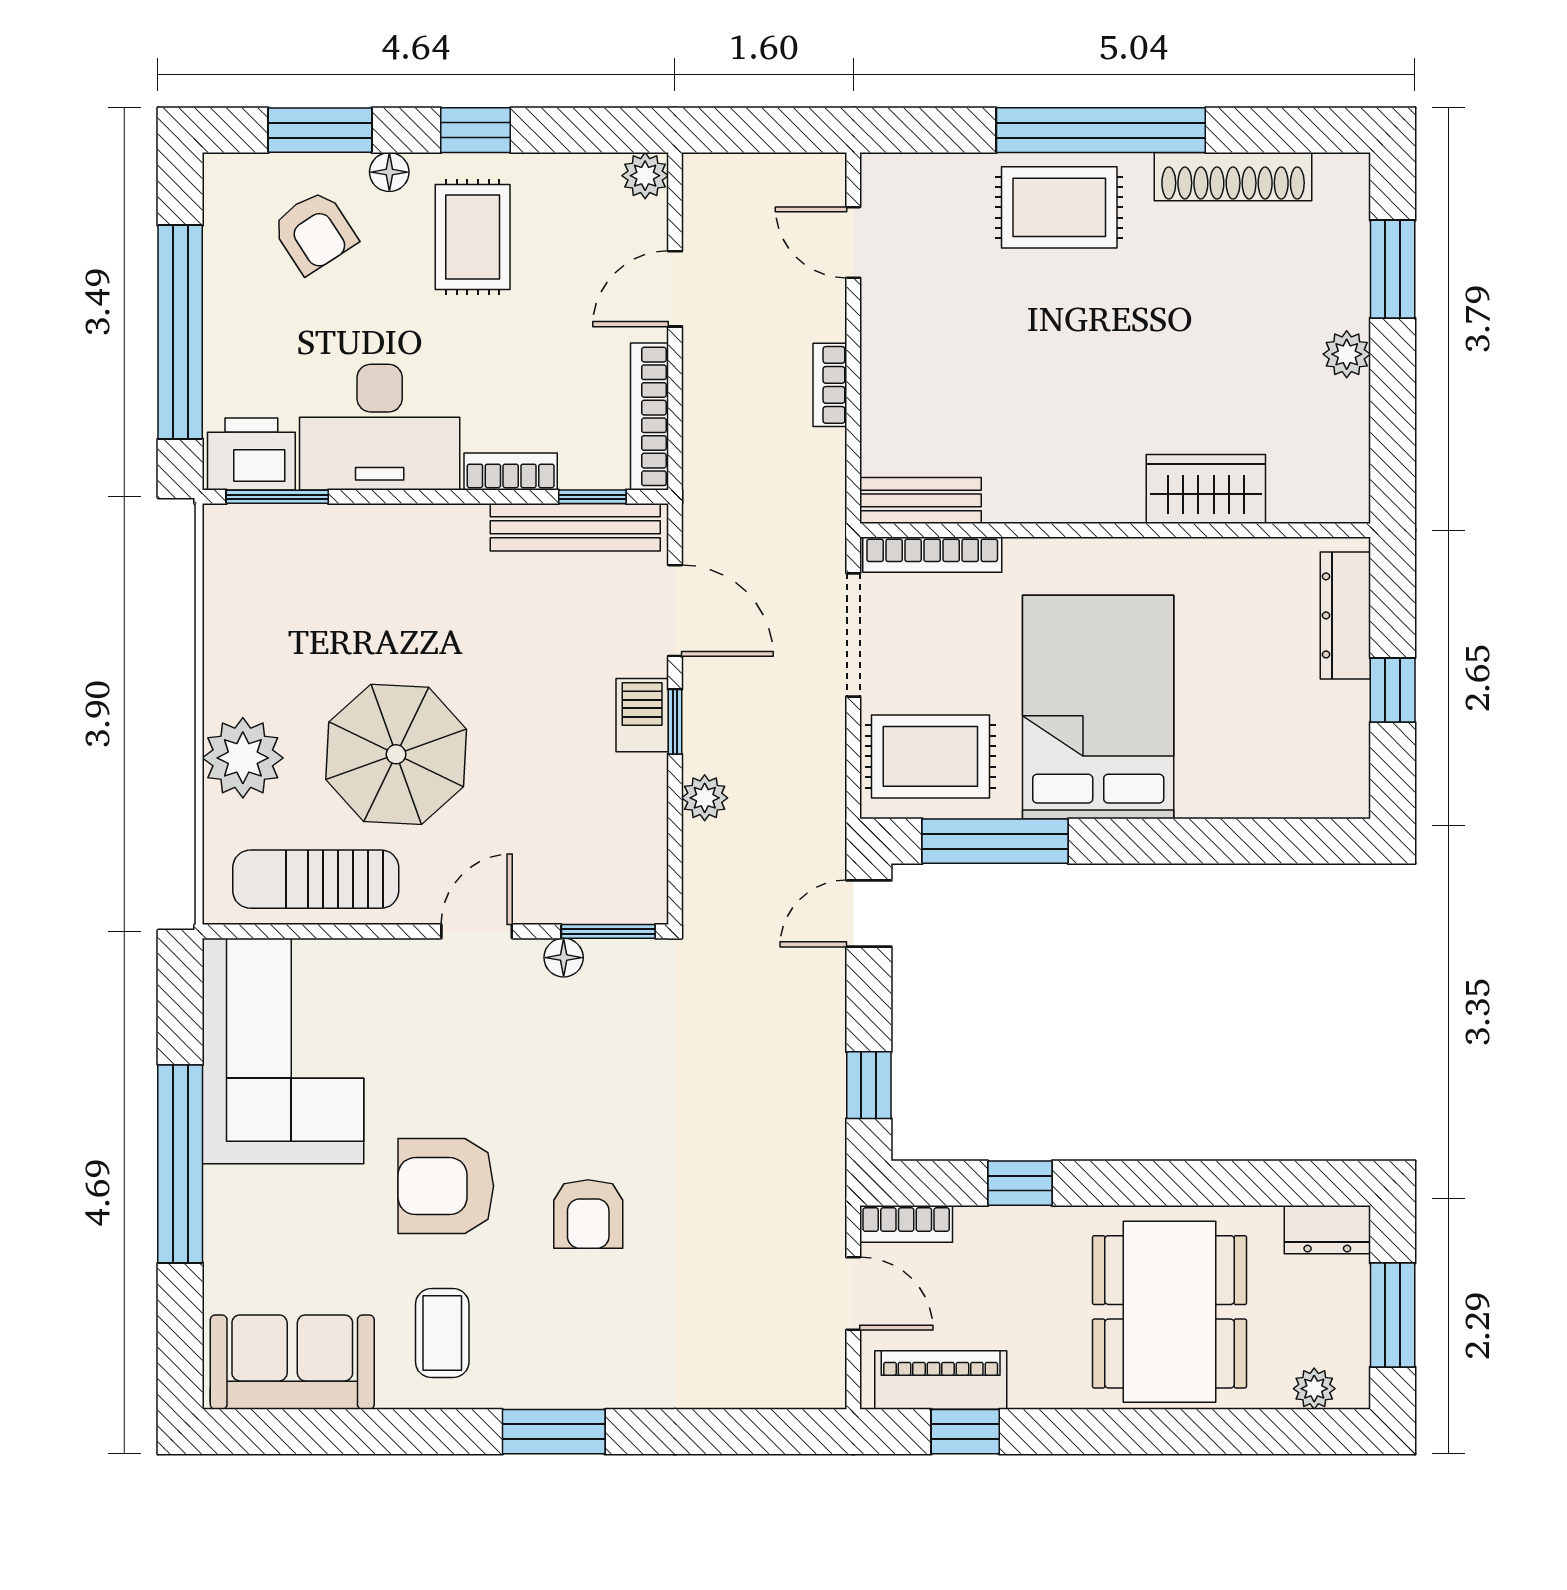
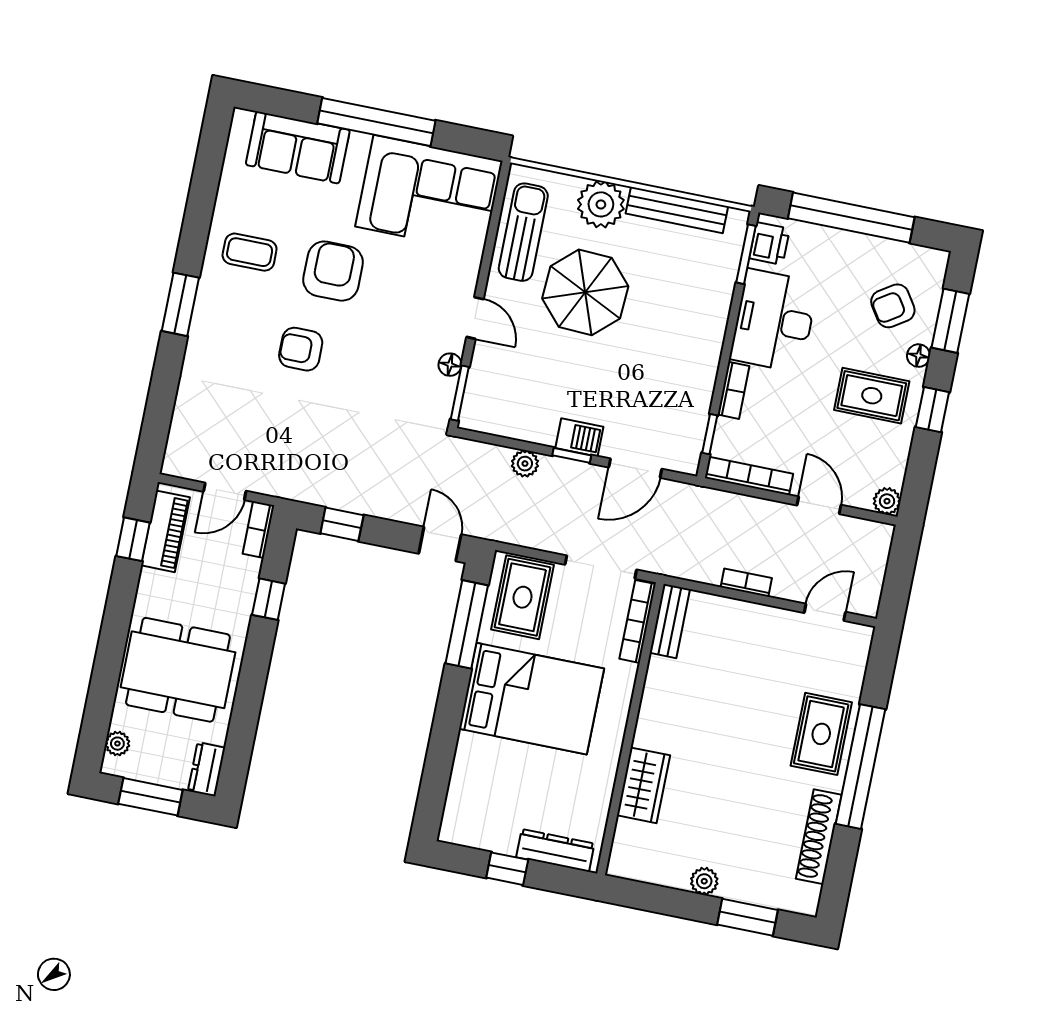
printer: (251, 454) -> (769, 244), width x0.73, depth x0.81
bench: (575, 527) -> (677, 210), moved, turned 90
sofa: (292, 1362) -> (298, 147), moved, turned 90

